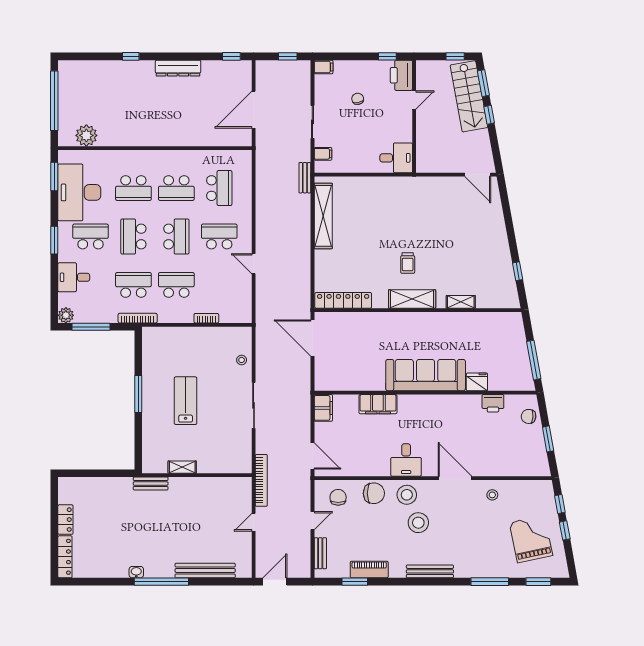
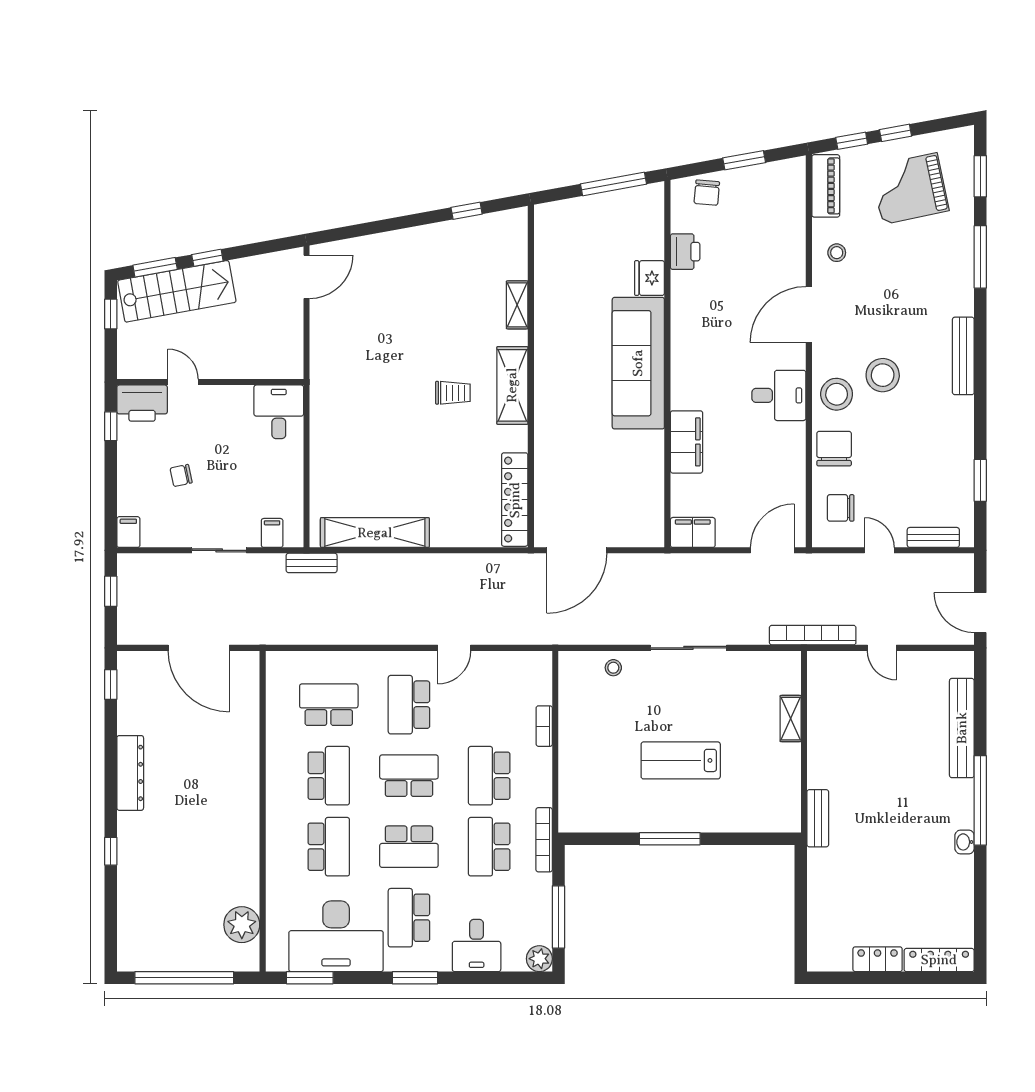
shelving: (182, 467) -> (791, 719), moved
piano: (369, 570) -> (826, 186), moved, turned 180

